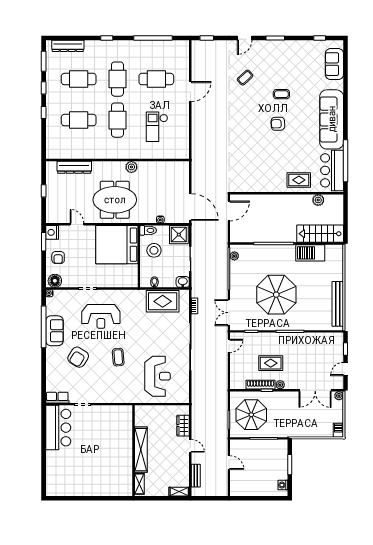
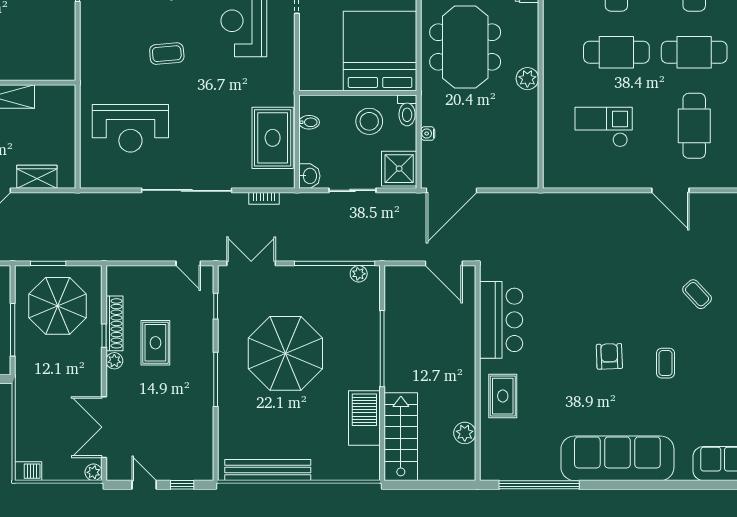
bar counter: (332, 170) -> (501, 320), moved, turned 90

